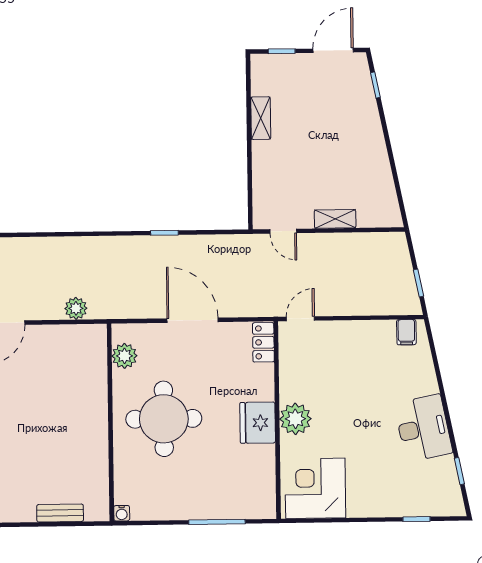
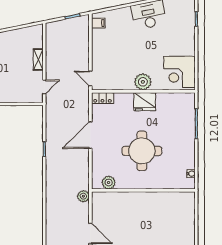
plant: (124, 356) -> (109, 183), moved
wall: (110, 422) -> (143, 190), moved
bench: (60, 513) -> (191, 206), removed

